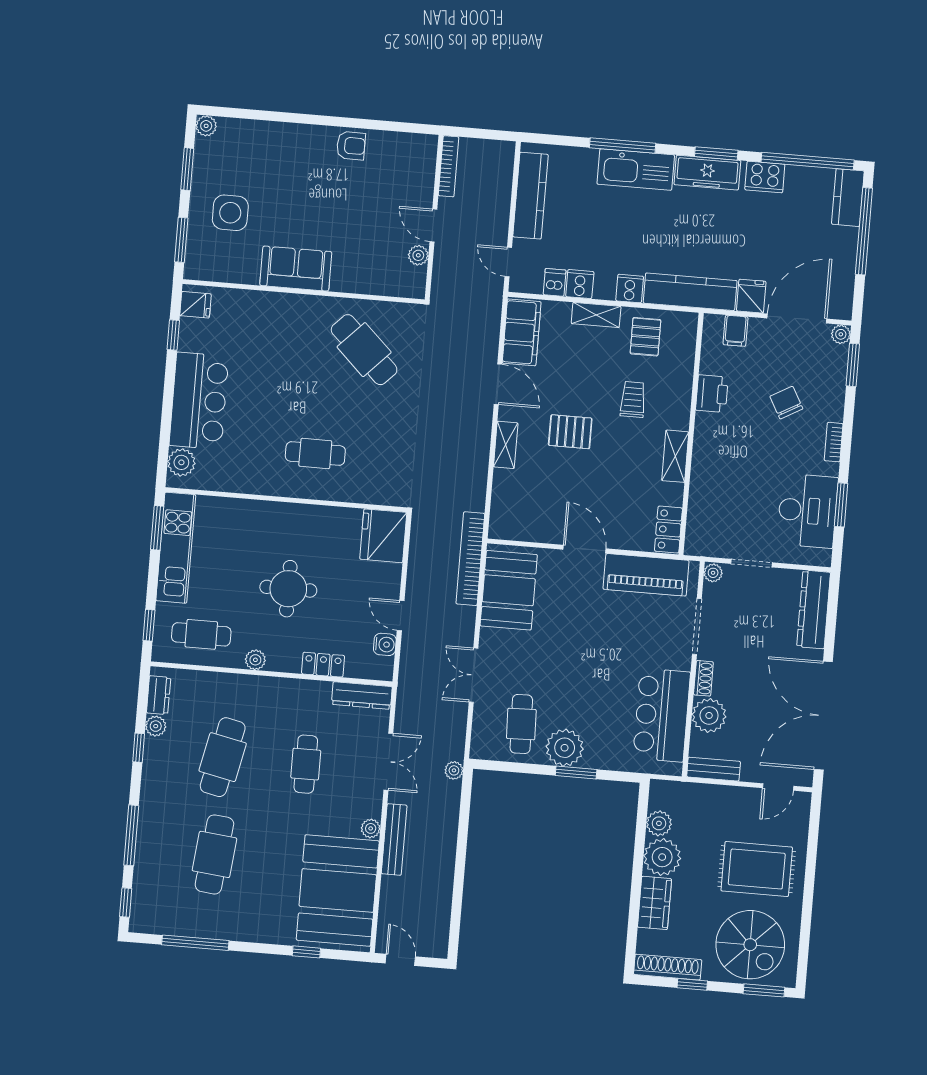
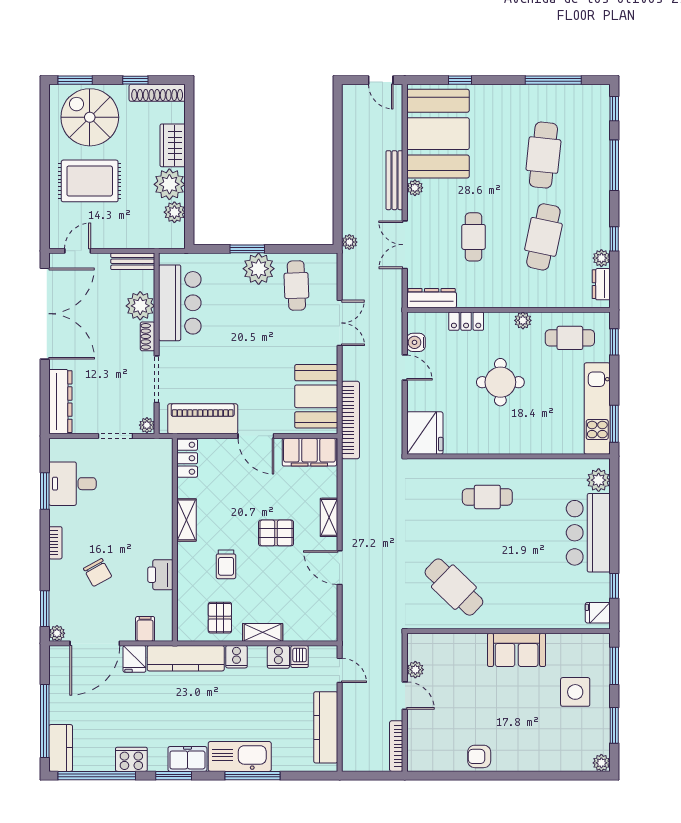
freezer: (707, 173) -> (187, 759), width x0.71
filing cabinet: (522, 332) -> (309, 452), moved, turned -90
desk: (807, 511) -> (72, 484), width x0.73

